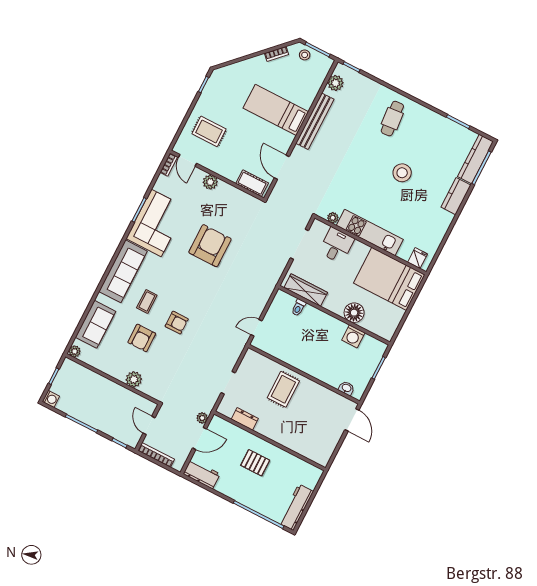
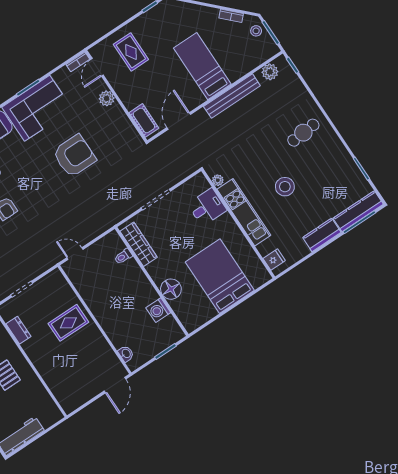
plant: (333, 218) -> (218, 180), moved
kitchen unit: (370, 232) -> (244, 212), moved
desk: (336, 245) -> (207, 207), moved
wall: (370, 245) -> (238, 224), moved
fridge: (418, 258) -> (274, 260), moved

